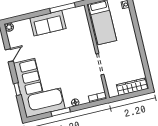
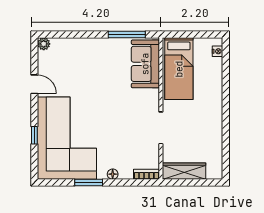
sofa: (48, 23) -> (145, 64), moved, turned 90
door: (9, 55) -> (34, 84), hinge flipped
wardrobe: (132, 87) -> (184, 171), moved

